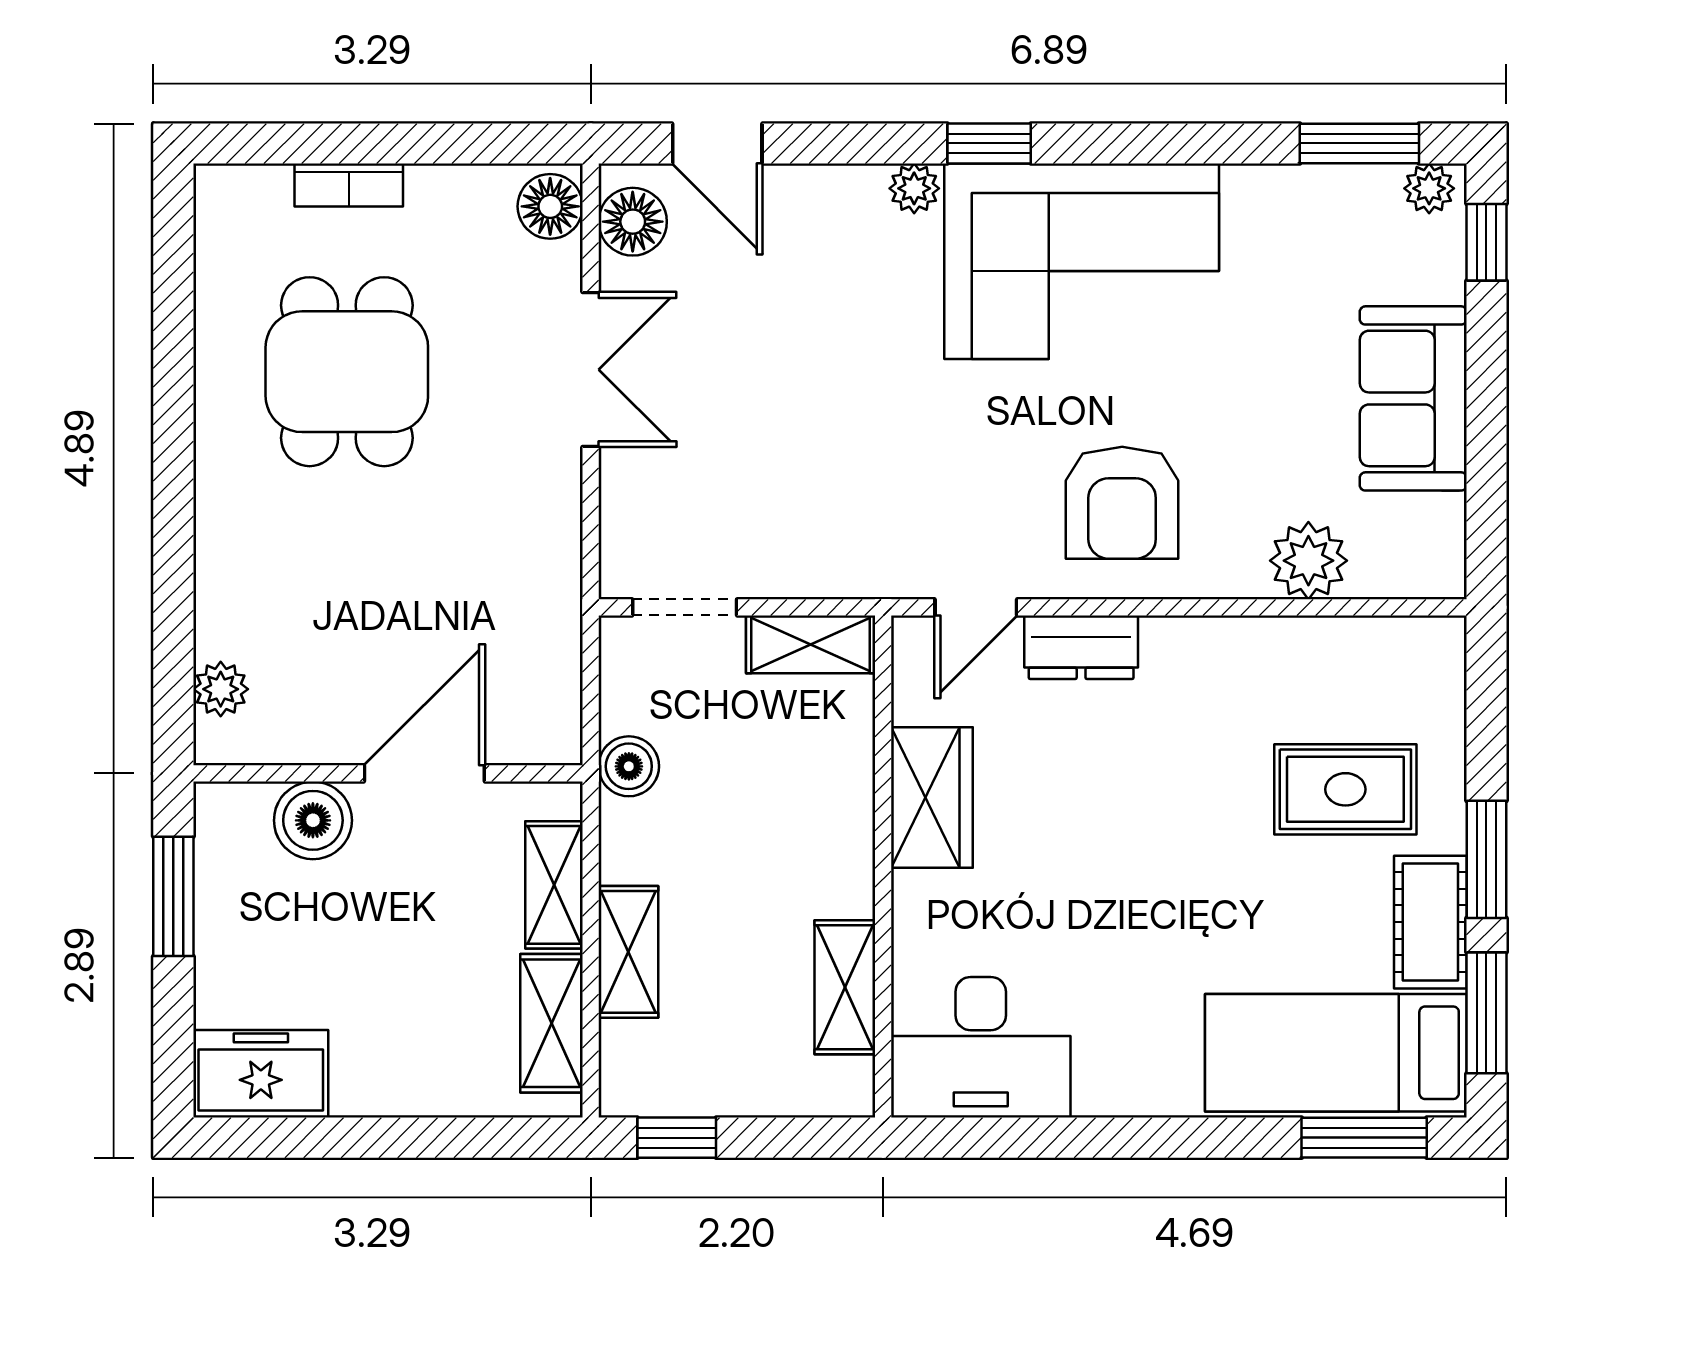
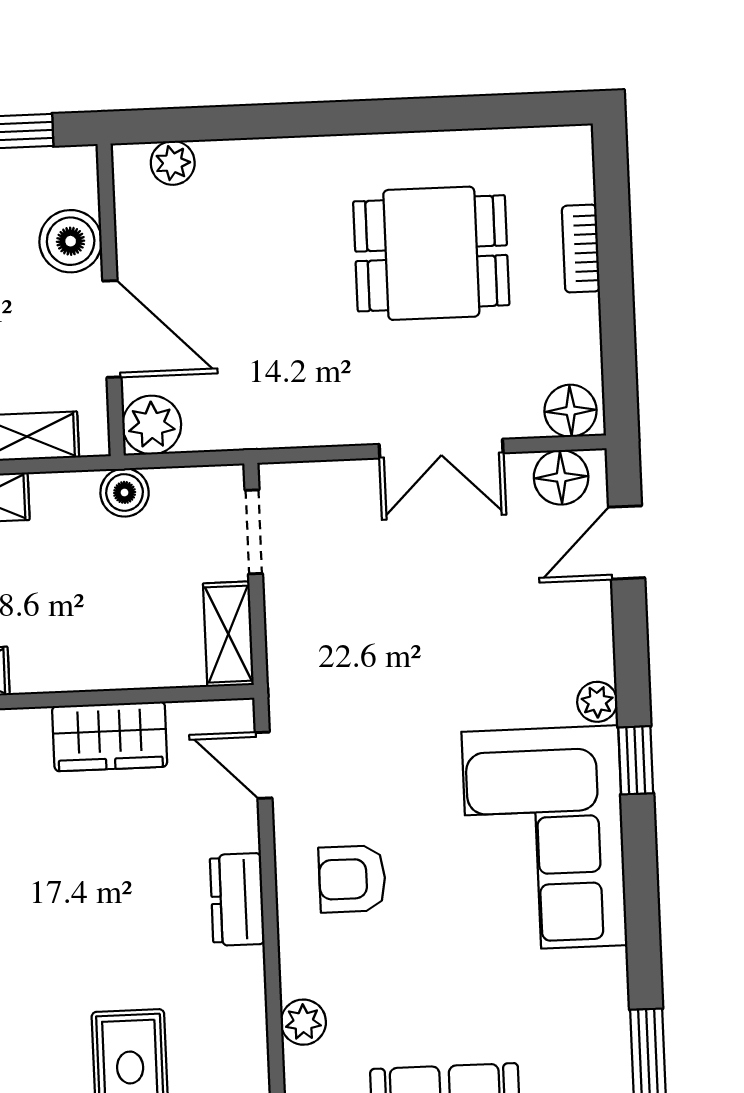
armchair: (1122, 503) -> (352, 879), width x0.72, depth x0.72
plant: (1308, 561) -> (303, 1022), width x0.73, depth x0.73
dresser: (1081, 647) -> (237, 899), moved
plant: (546, 729) -> (152, 425), added

